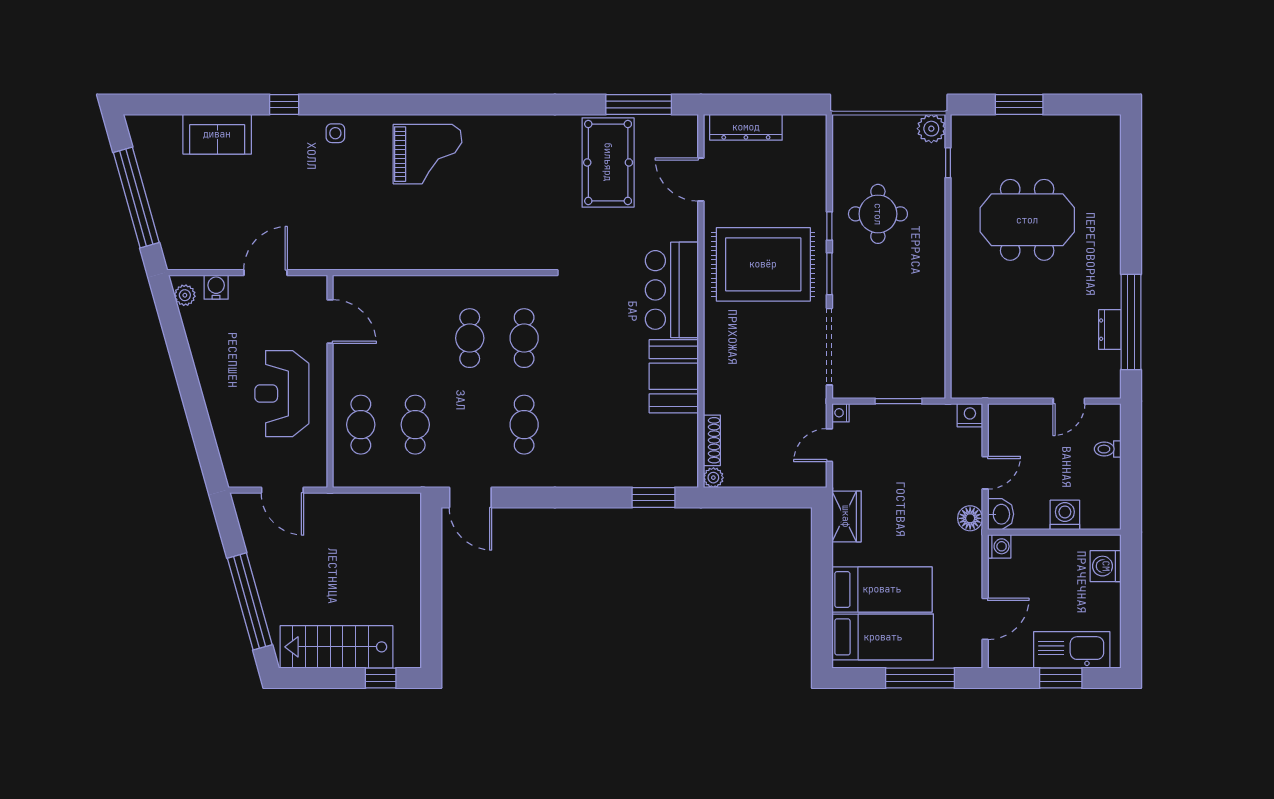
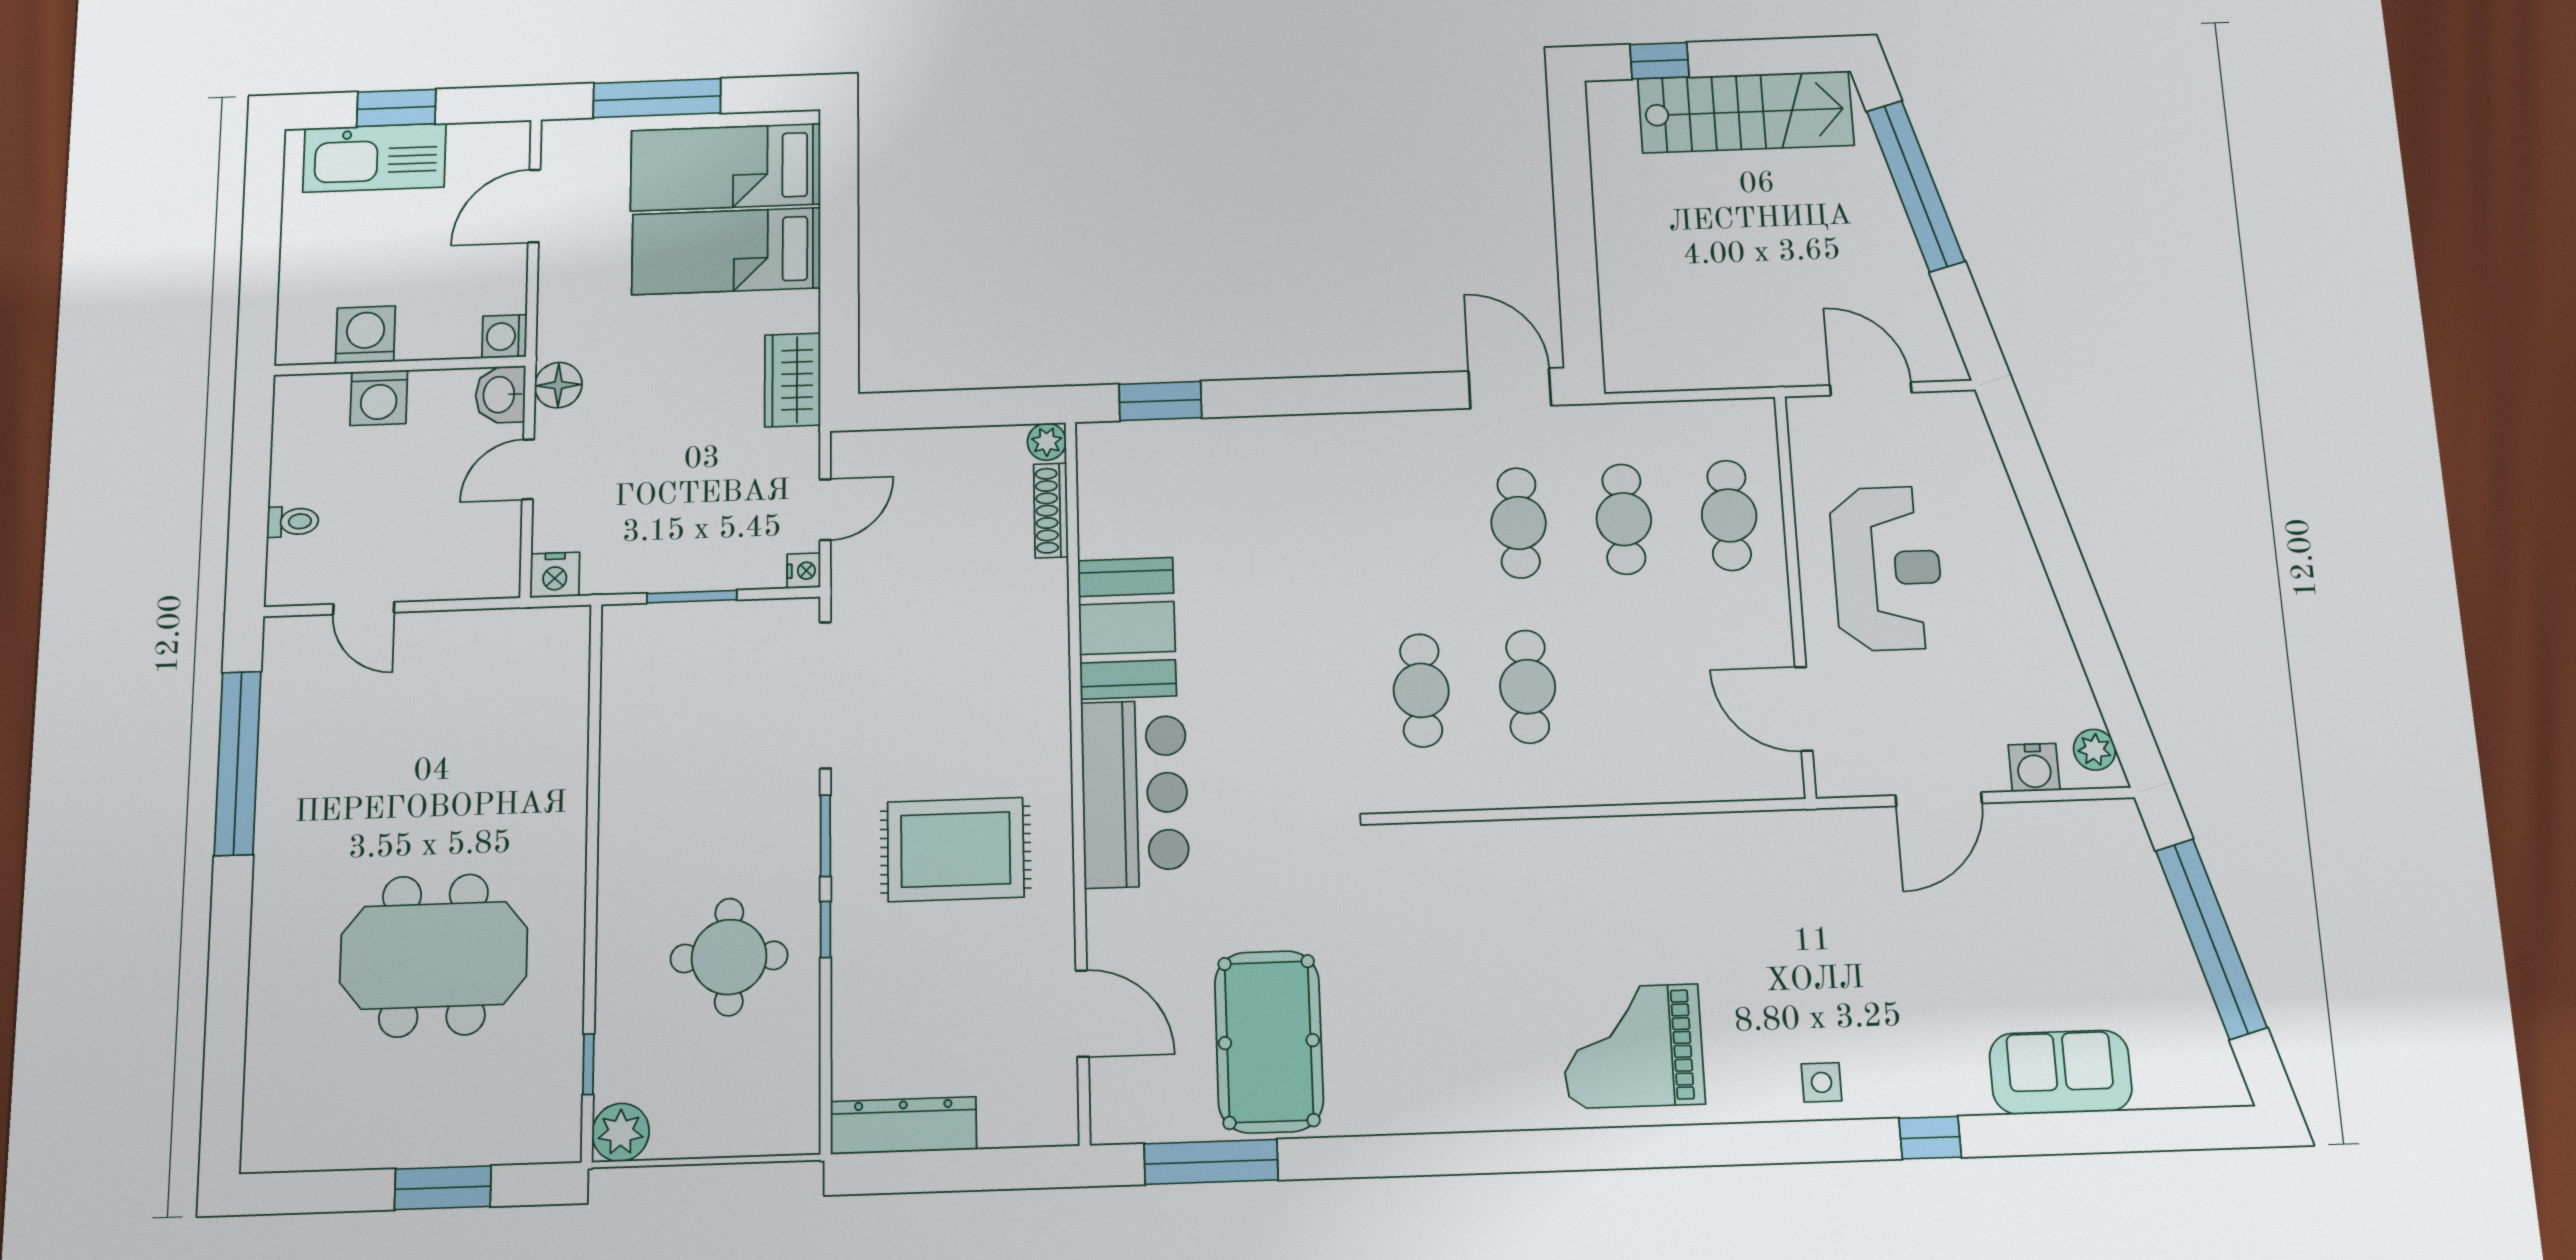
dresser: (746, 127) -> (903, 1125), moved
rug: (763, 264) -> (956, 850), width x0.73, depth x0.69
dresser: (1110, 330) -> (279, 747), removed
door: (1069, 401) -> (364, 608), swing flipped
cafe table: (524, 425) -> (1519, 523), moved
washing machine: (1106, 566) -> (365, 335), moved, turned -90

